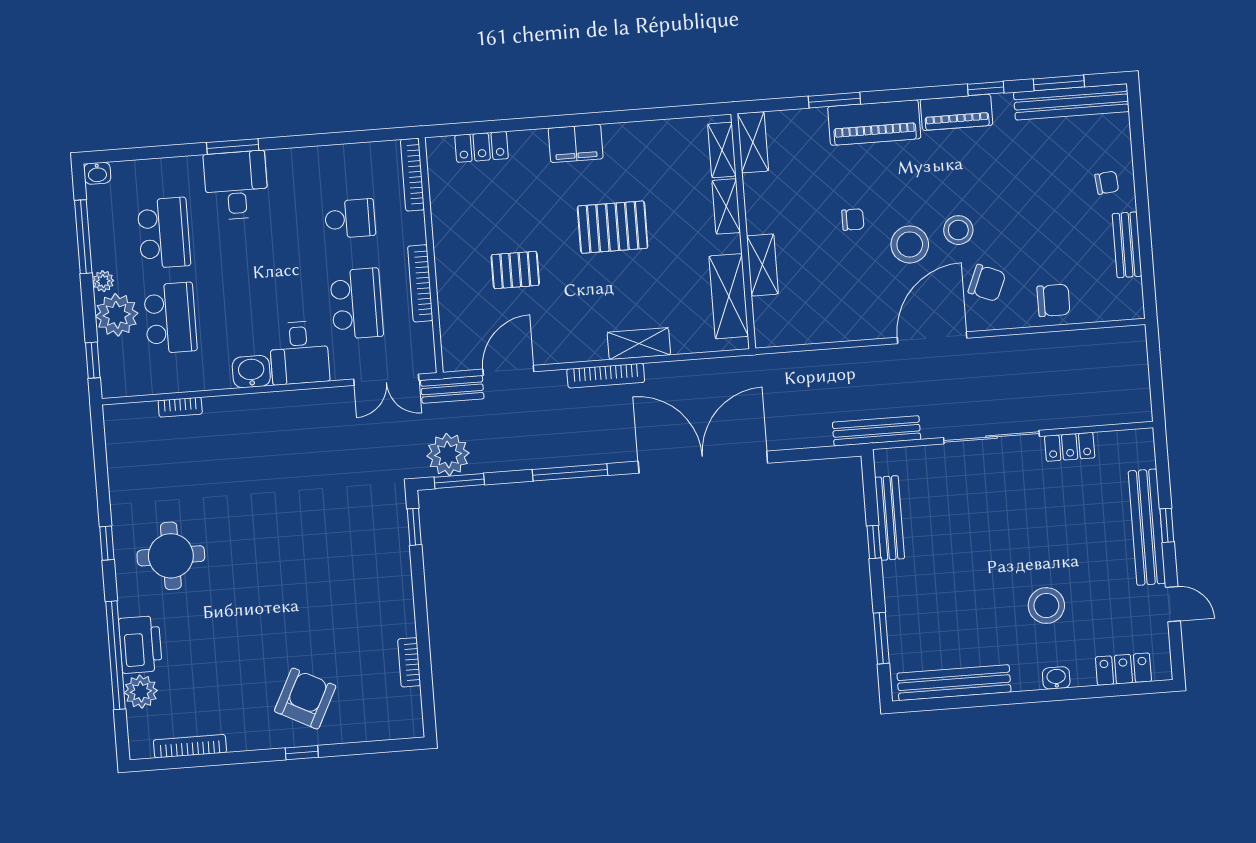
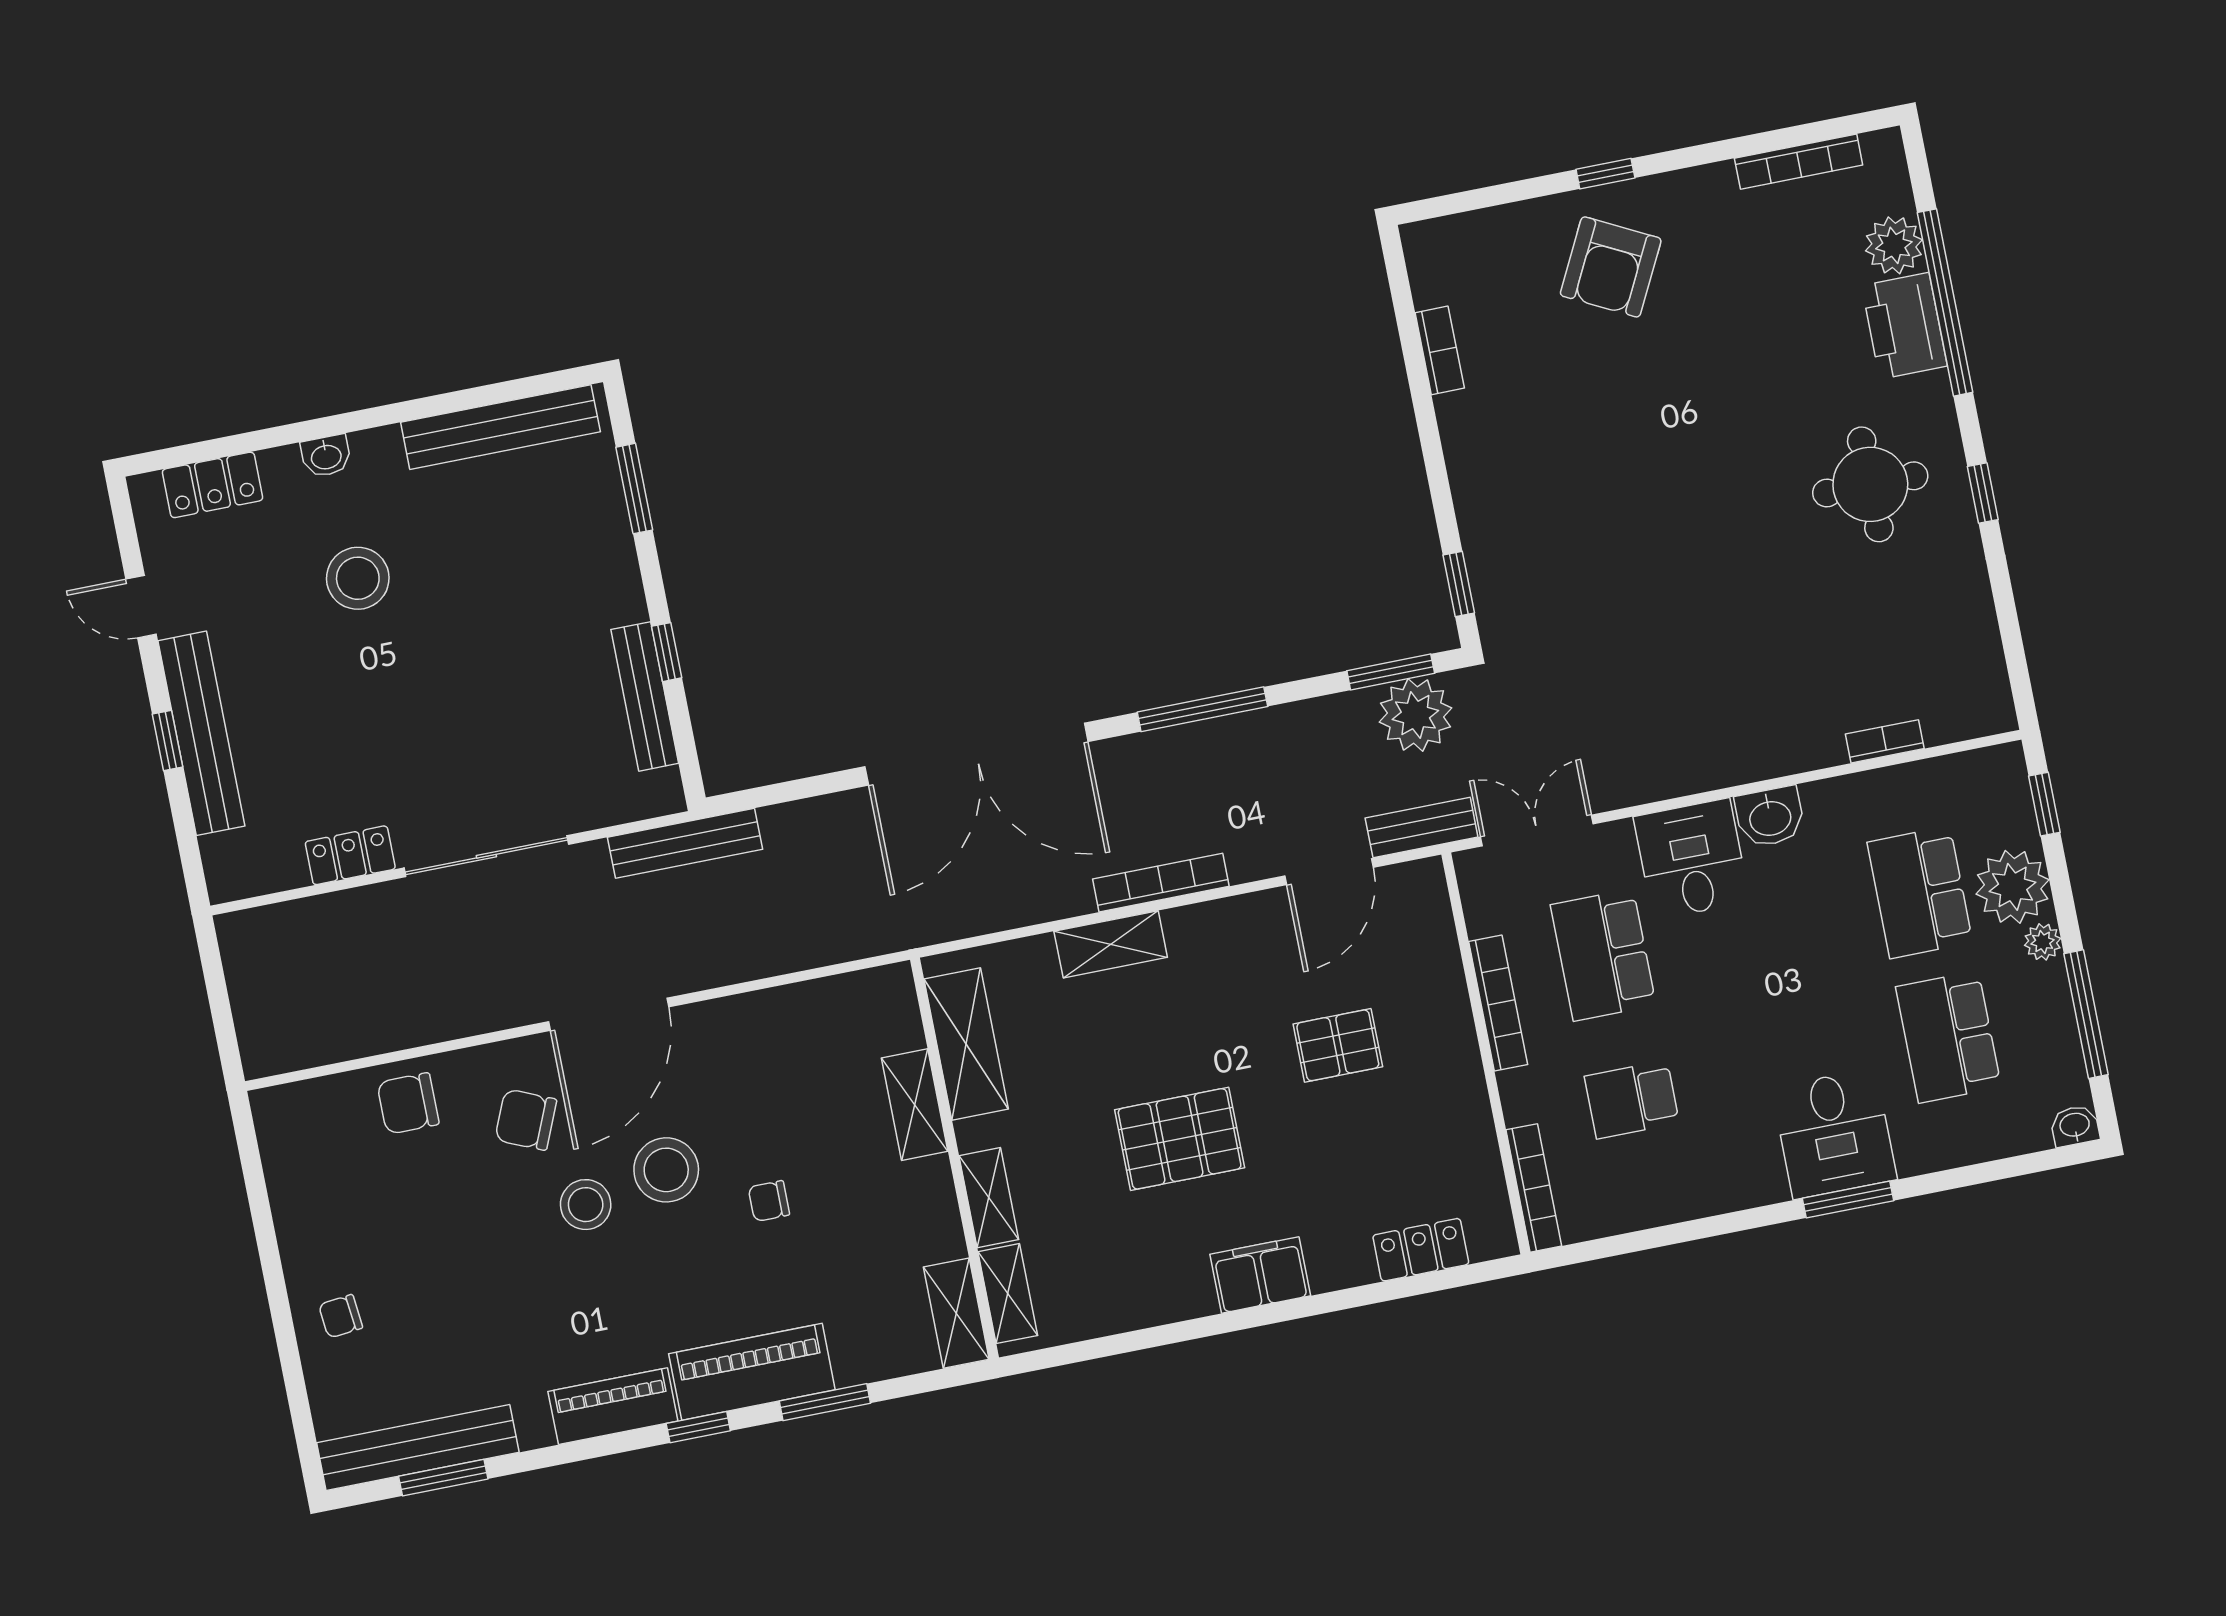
window: (986, 89) -> (698, 1427), moved
bench: (1127, 245) -> (293, 1214), removed

